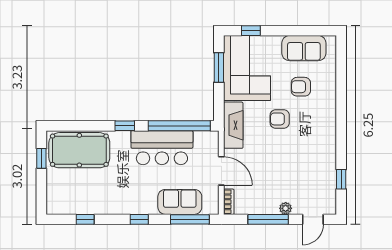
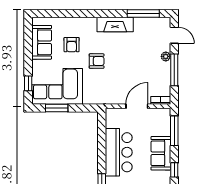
armchair: (280, 119) -> (97, 61), turned -90
fireplace: (233, 125) -> (115, 25), moved, turned 180
window: (179, 126) -> (102, 139), removed
window: (341, 179) -> (143, 13), width x2.17
sofa: (180, 202) -> (161, 153), moved

